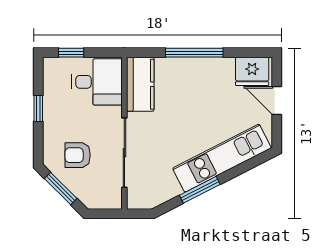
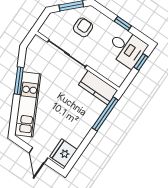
window: (194, 53) -> (105, 114), moved
desk: (97, 82) -> (127, 48), moved, turned -90
door: (277, 101) -> (38, 155), swing flipped

